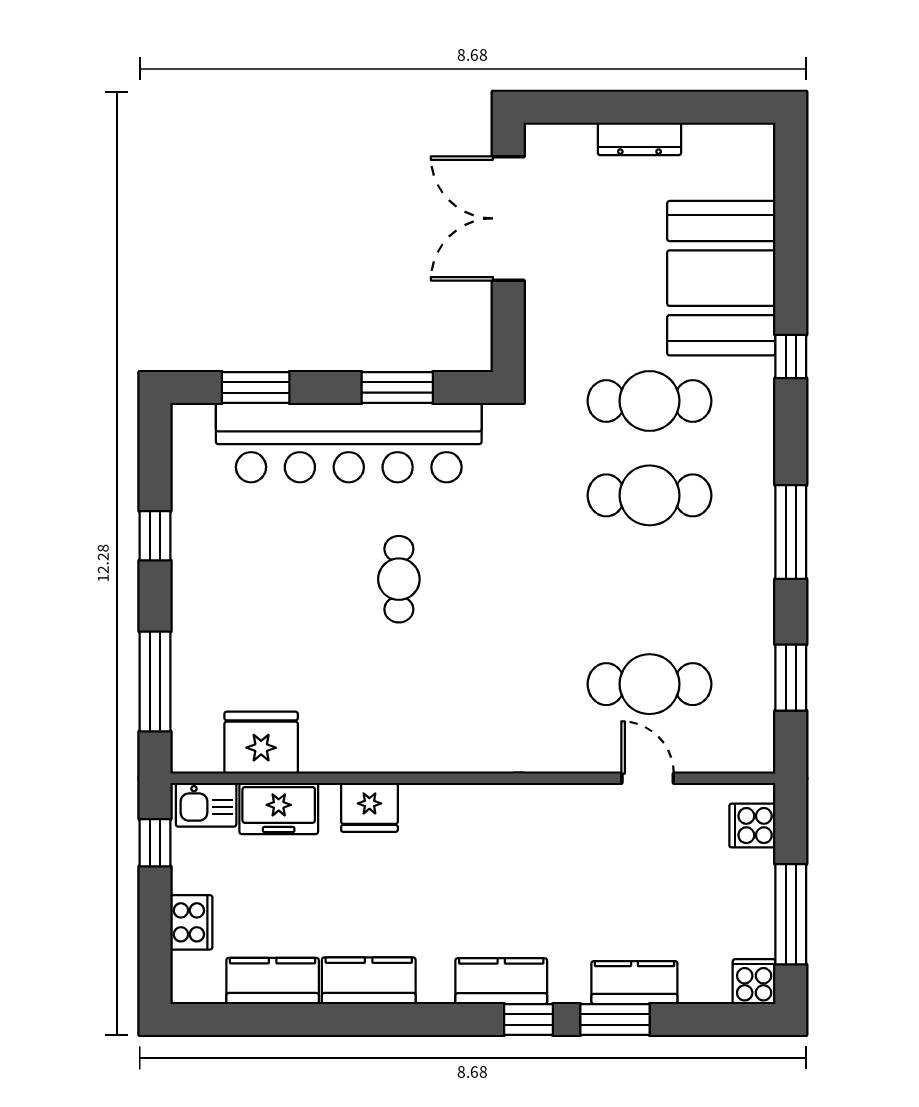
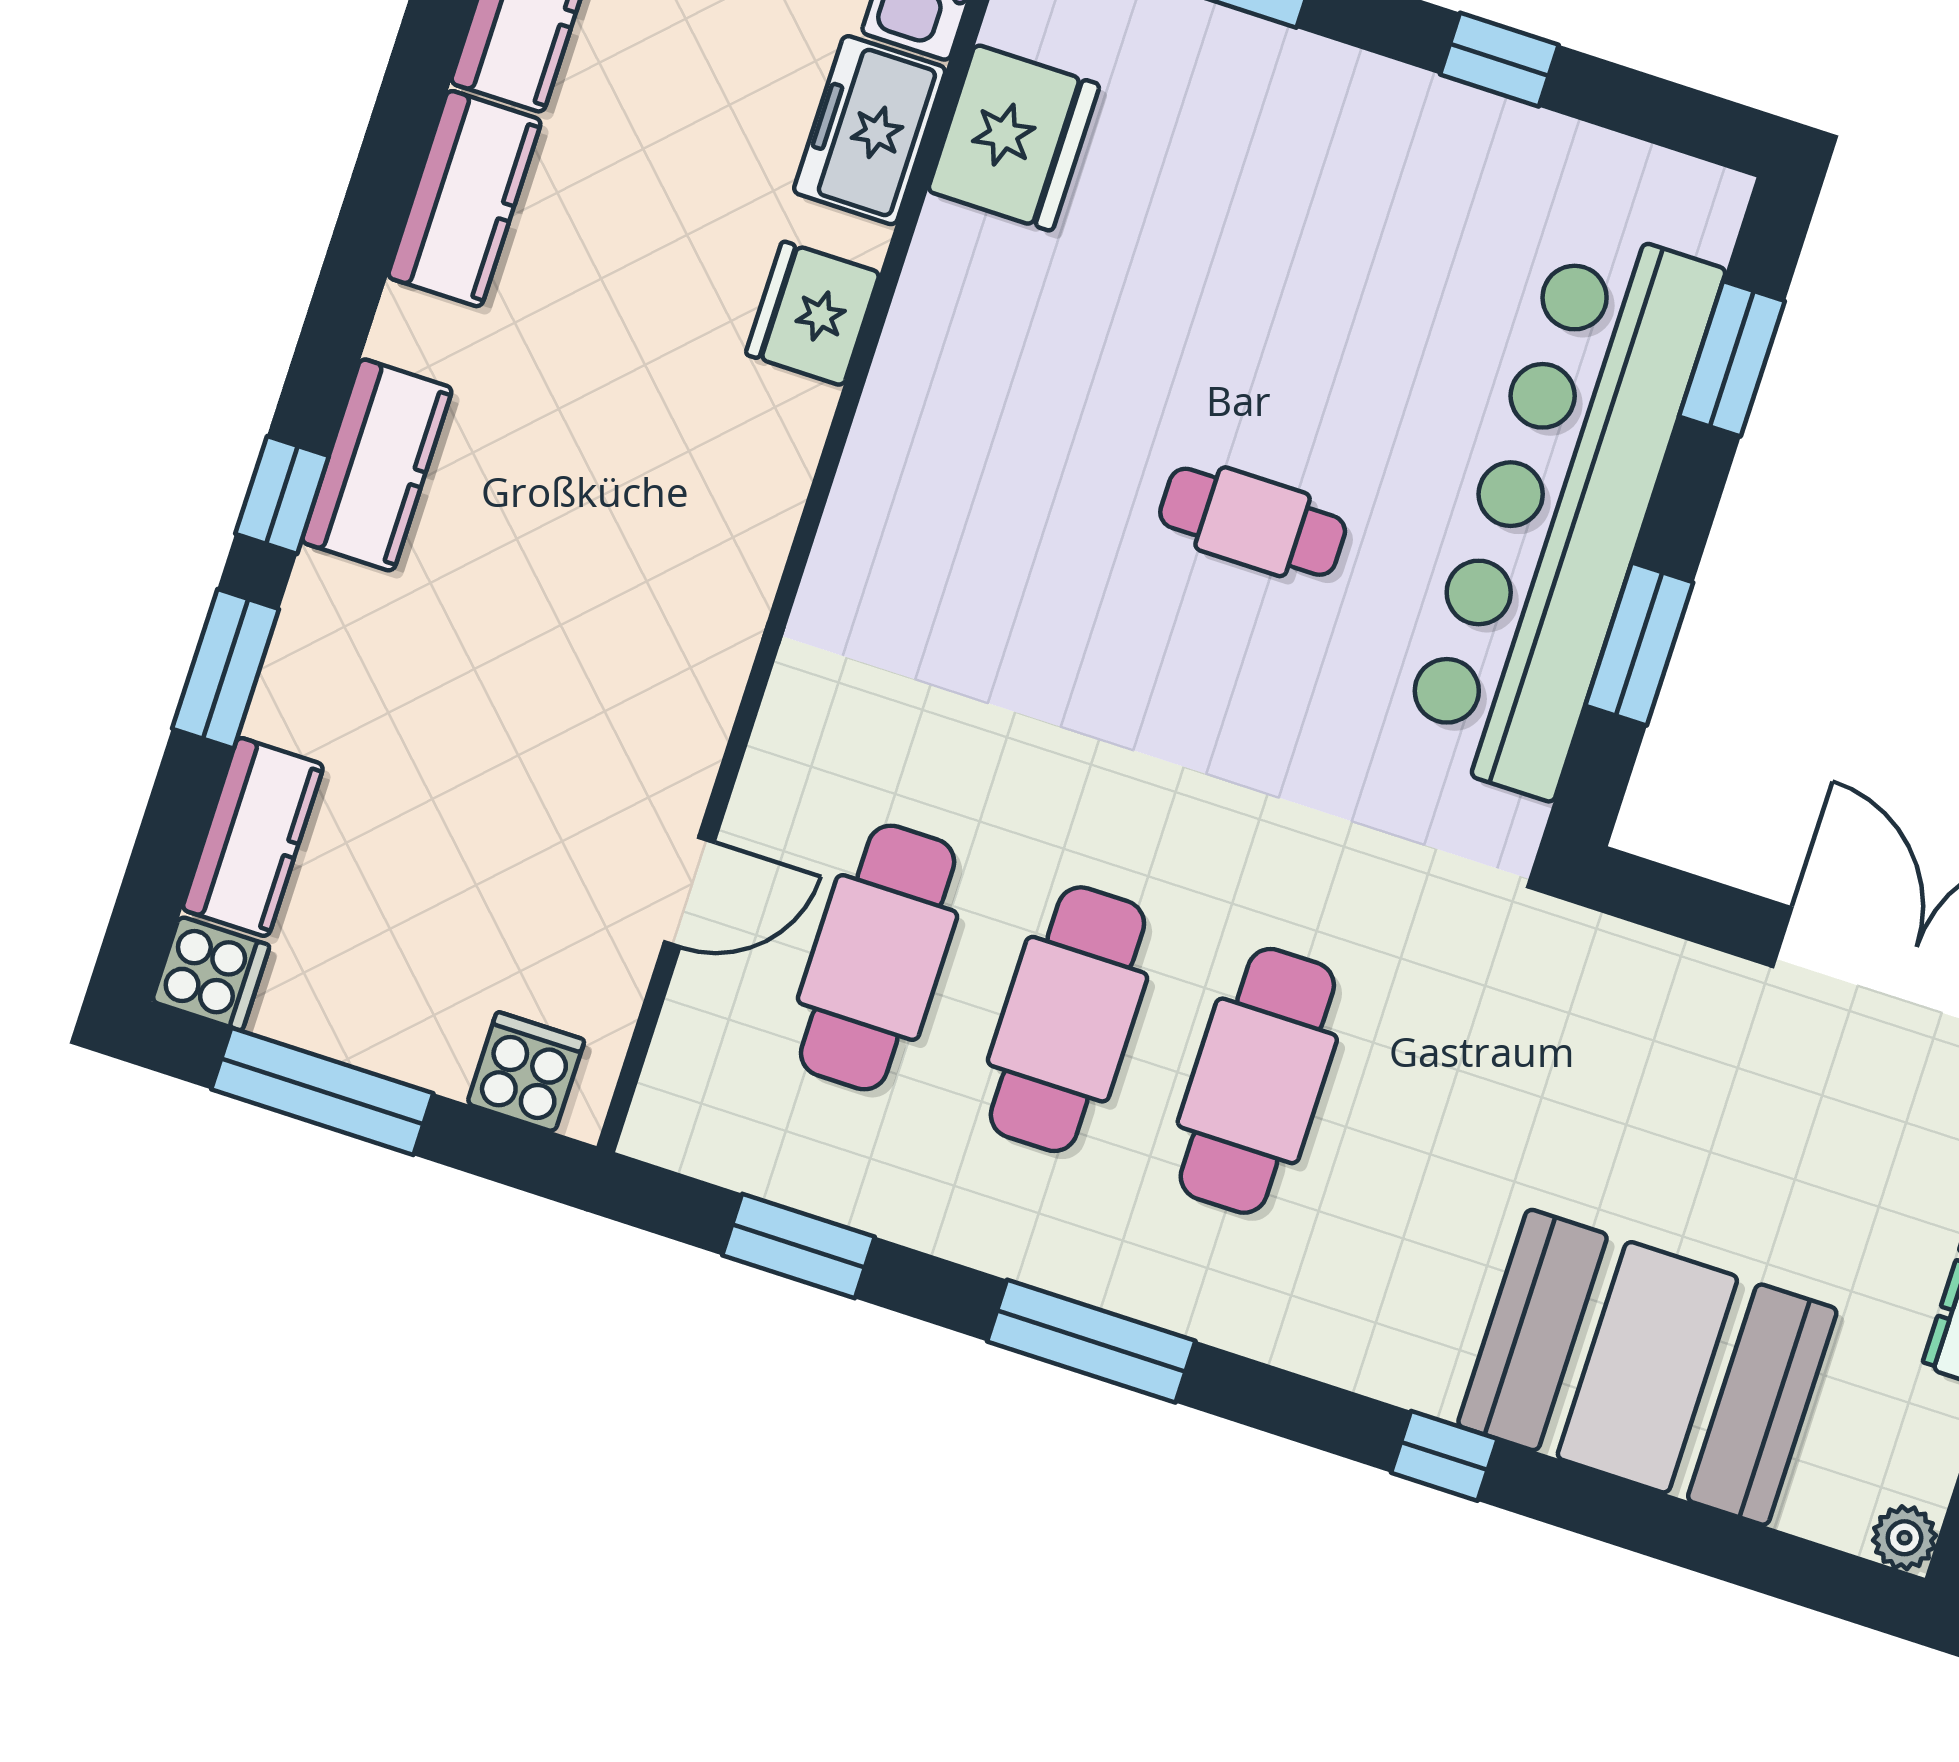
plant: (760, 138) -> (1904, 1538), added
cafe table: (650, 401) -> (1067, 1019), moved
kitchen counter: (634, 983) -> (253, 837), moved

